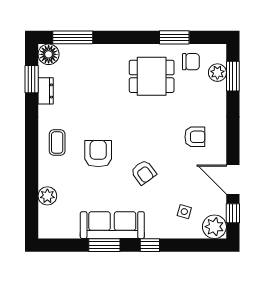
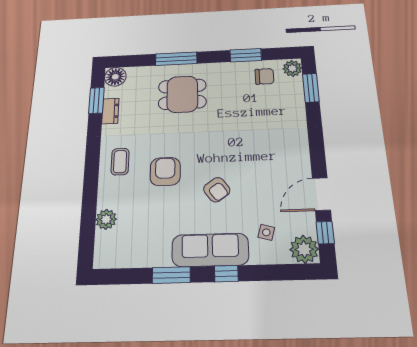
window: (73, 37) -> (176, 59), moved
plant: (217, 73) -> (292, 68), moved
dining table: (152, 76) -> (182, 94), moved
armchair: (195, 137) -> (274, 150), removed
door: (233, 180) -> (321, 194), hinge flipped
sofa: (112, 225) -> (210, 250), moved

